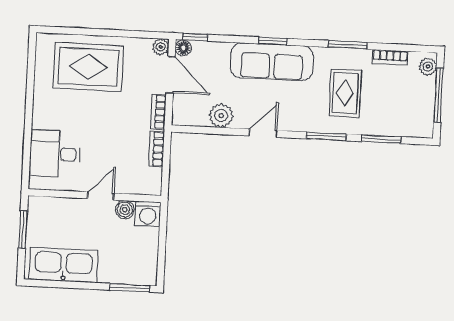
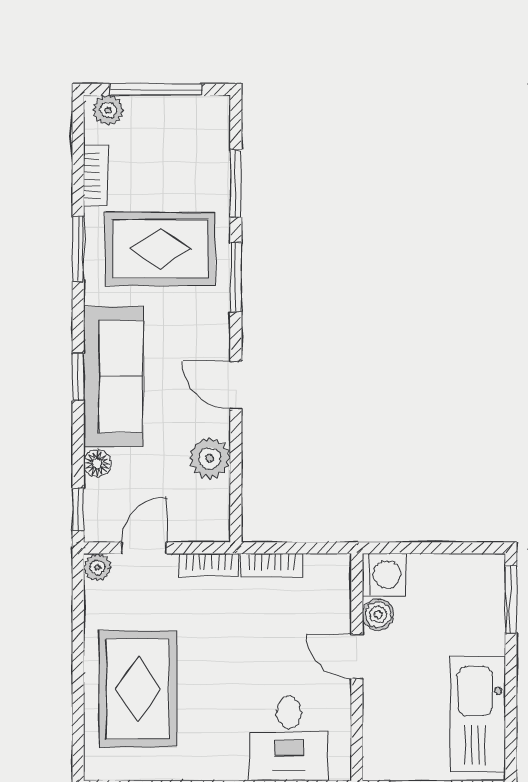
floor lamp: (183, 48) -> (97, 463), moved
door: (171, 75) -> (144, 548), width x0.73
rug: (345, 93) -> (160, 249), width x1.36, depth x1.43

